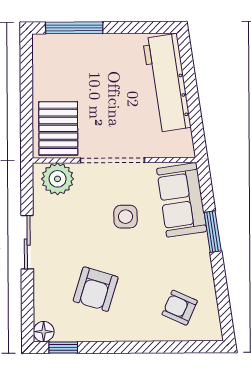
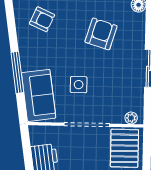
plant: (58, 179) -> (131, 118), width x0.53, depth x0.53
window: (213, 232) -> (17, 72), width x1.44

